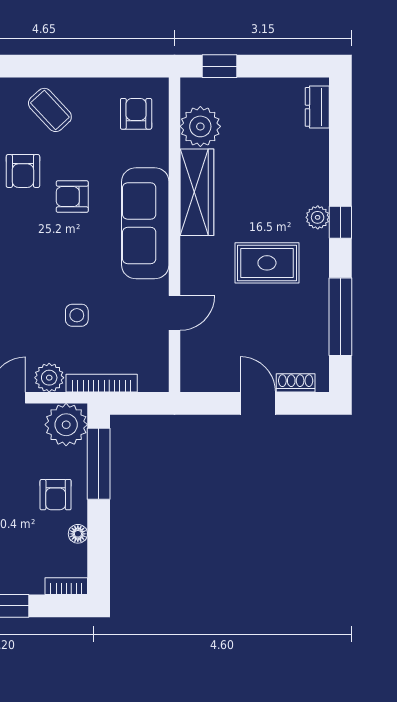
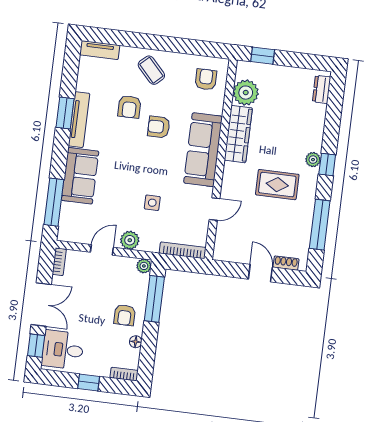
bookcase: (102, 383) -> (183, 250), moved
plant: (66, 425) -> (144, 266), width x0.53, depth x0.53

